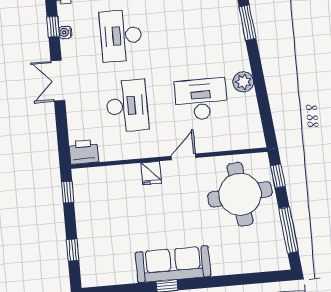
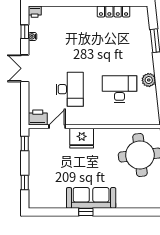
desk: (121, 36) -> (70, 42), removed
door: (183, 157) -> (57, 127), moved
fridge: (151, 173) -> (82, 138), width x1.88, depth x1.34

